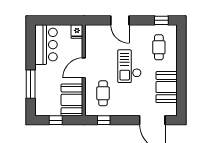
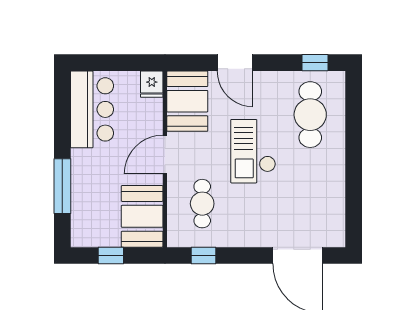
cafe table: (159, 47) -> (310, 115), width x1.37, depth x1.35
booth: (167, 87) -> (187, 101), moved

